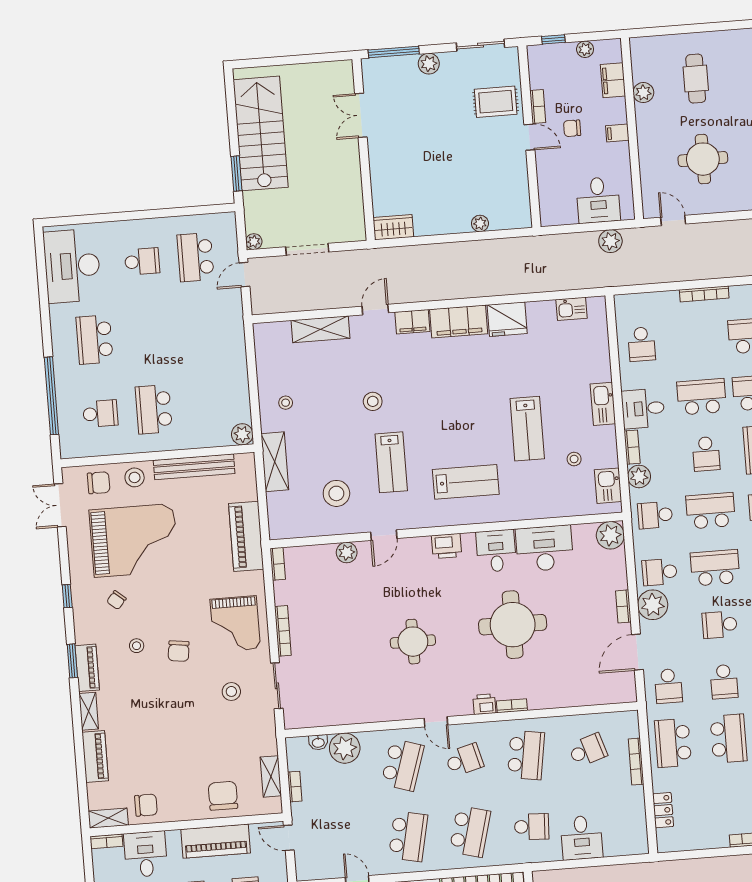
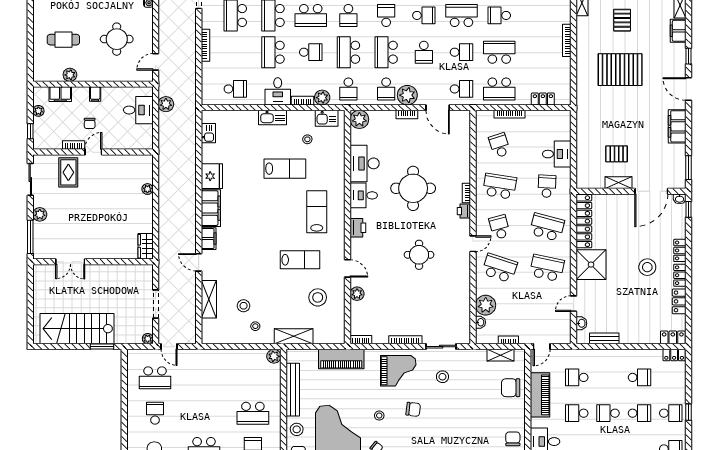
stool: (373, 401) -> (244, 306), moved
stool: (137, 646) -> (379, 416), moved

